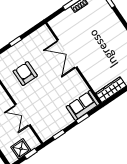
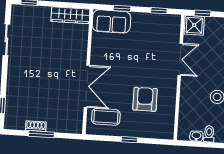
coffee table: (41, 44) -> (106, 117), added
armchair: (25, 74) -> (145, 99), turned 180
shower: (21, 149) -> (194, 25), moved

